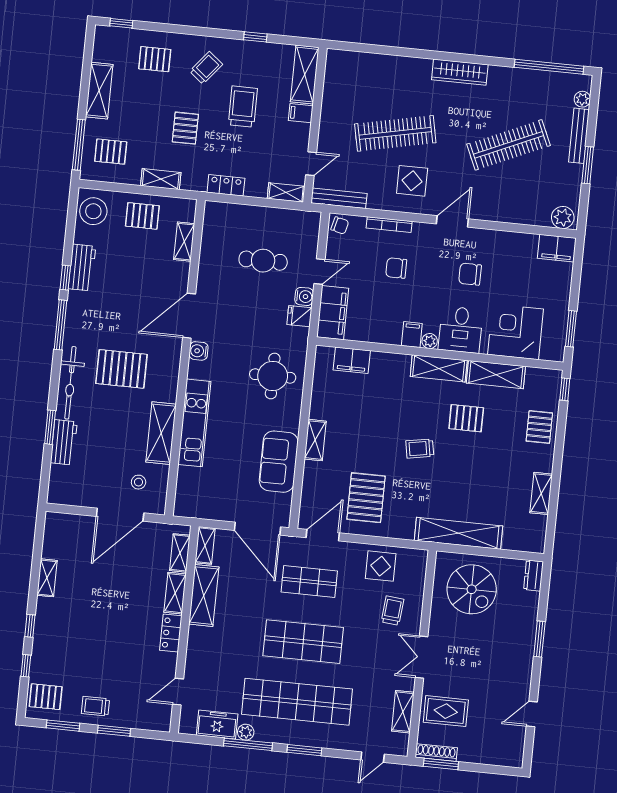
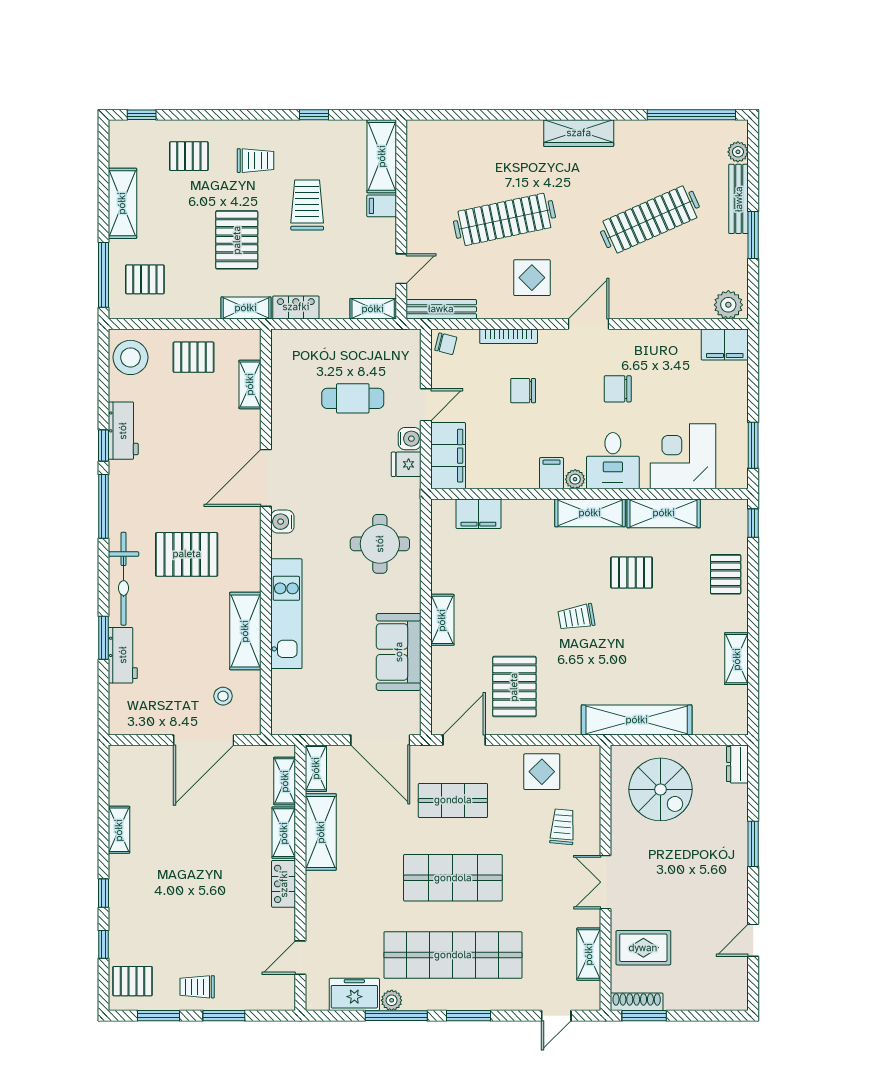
trolley: (206, 68) -> (255, 161), turned 51
pallet: (185, 128) -> (237, 240), width x1.50, depth x1.42
shelving: (161, 179) -> (246, 308), moved

